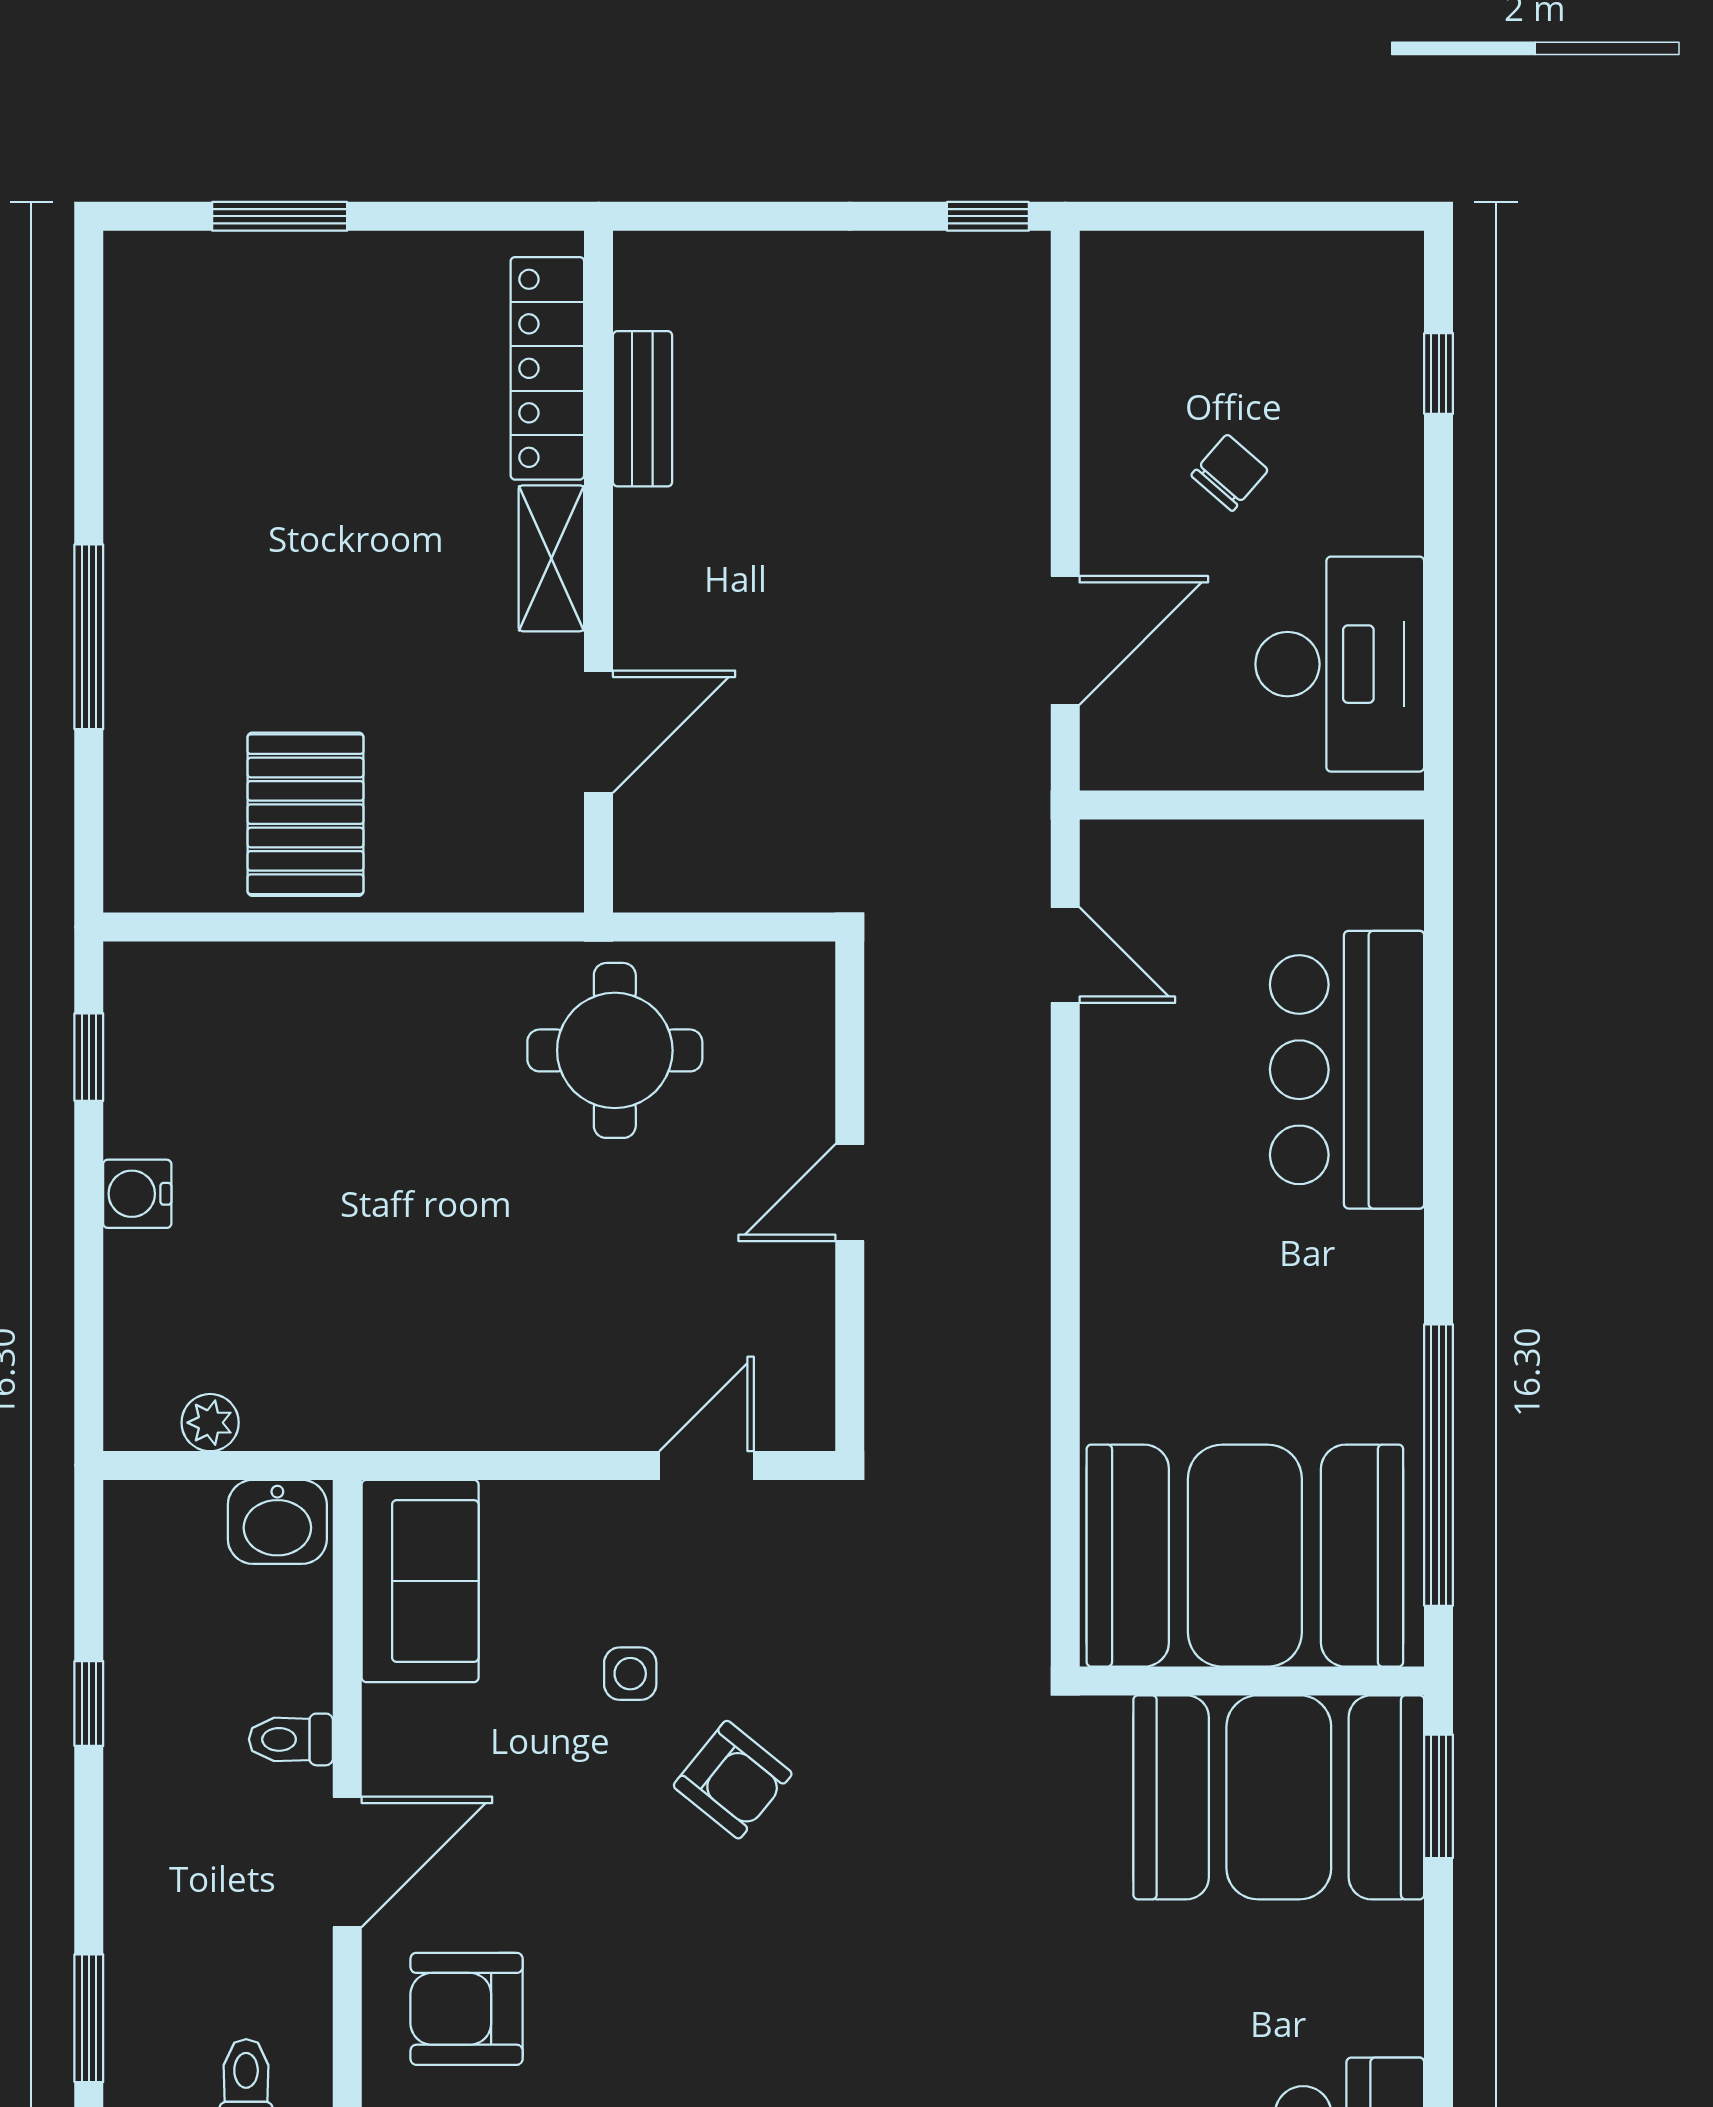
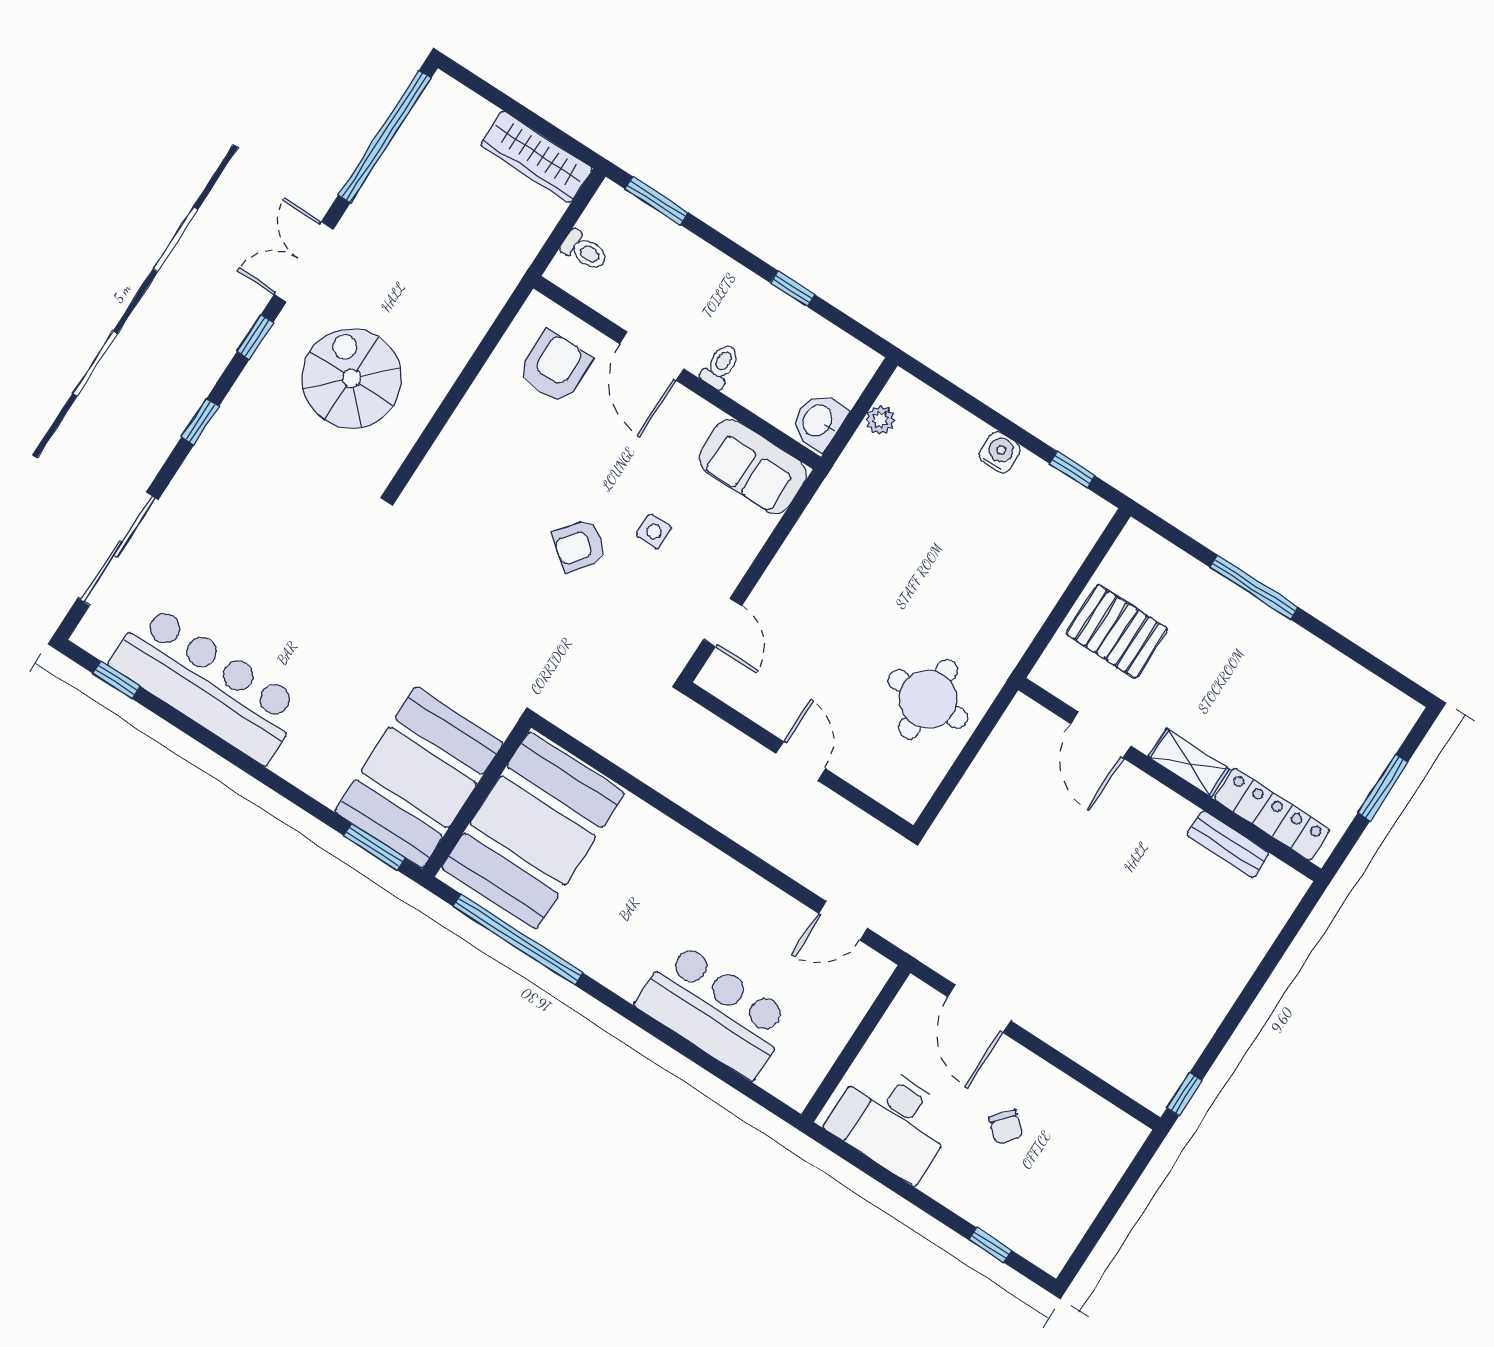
locker: (547, 368) -> (1272, 814), moved
bench: (643, 409) -> (1228, 844), moved
shelving: (551, 558) -> (1189, 763), moved
wall: (599, 572) -> (1170, 780), moved
door: (599, 732) -> (1101, 735), moved

